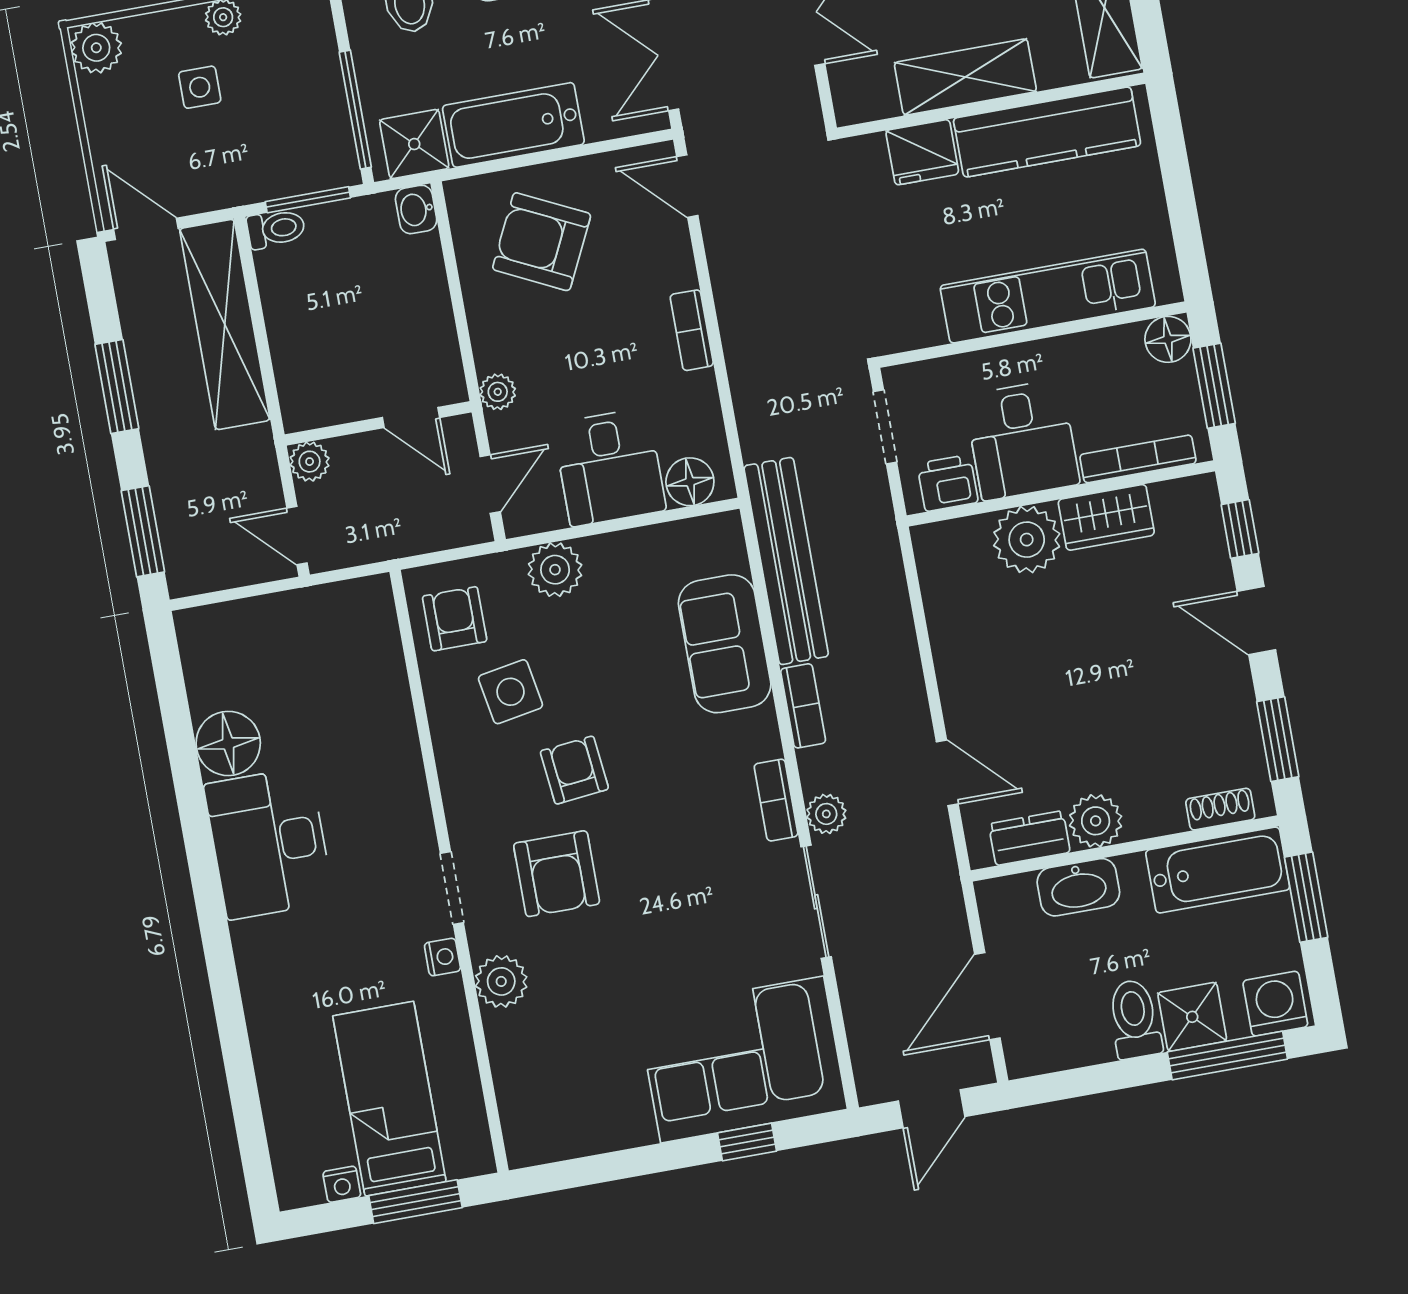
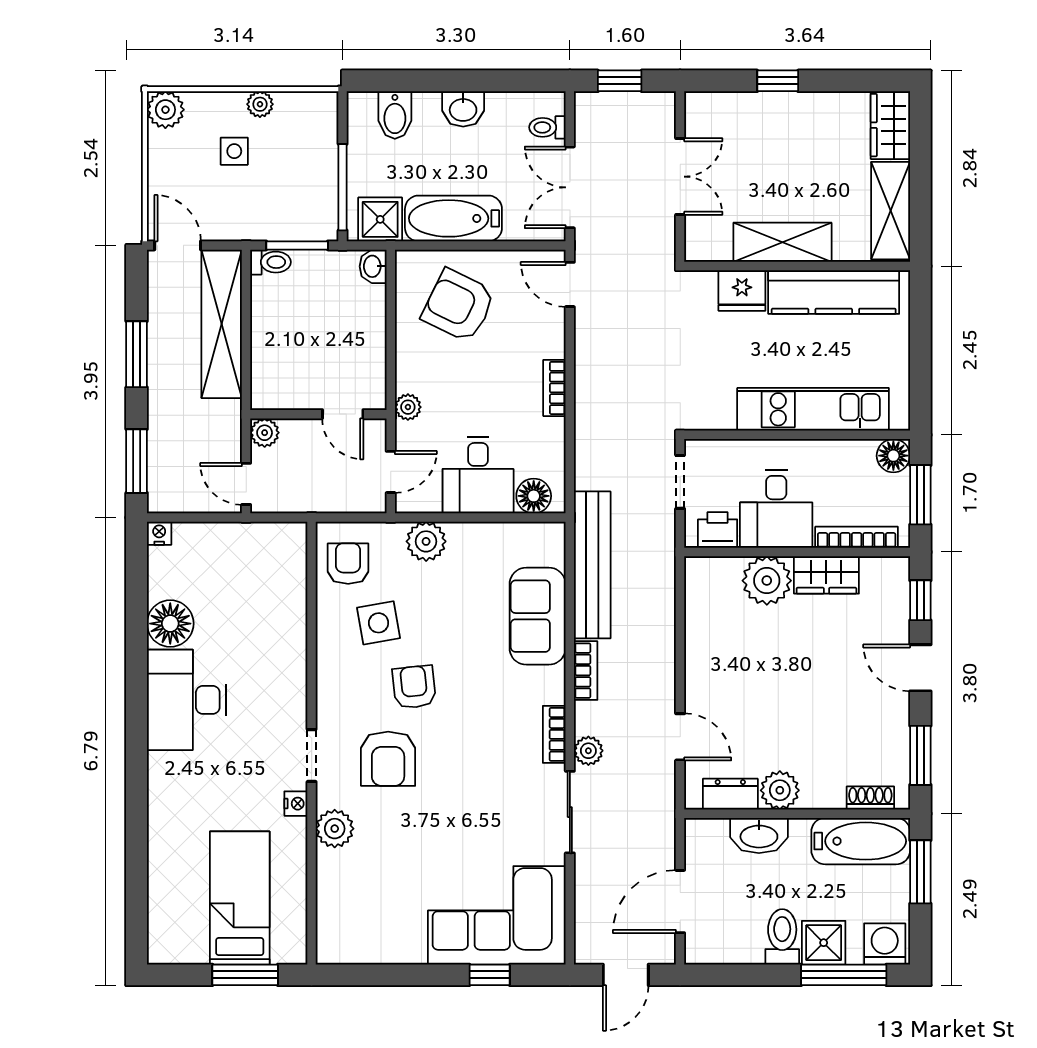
nightstand: (342, 1184) -> (159, 533), moved, turned 180

